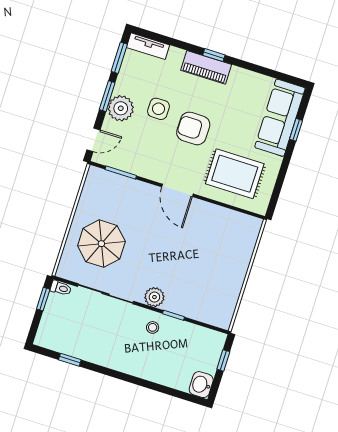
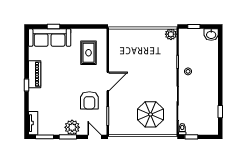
piano: (206, 67) -> (35, 74), moved
side table: (158, 109) -> (66, 106), removed
armchair: (193, 128) -> (89, 100), moved
rug: (235, 174) -> (89, 53), width x0.73, depth x0.70
plant: (154, 297) -> (171, 34), moved

